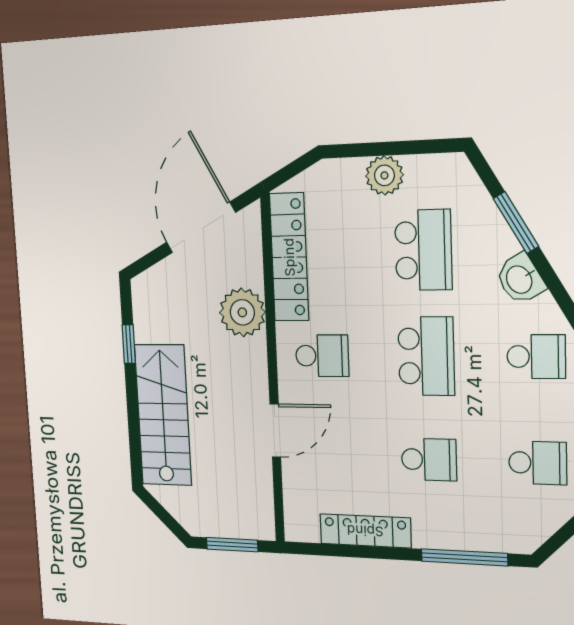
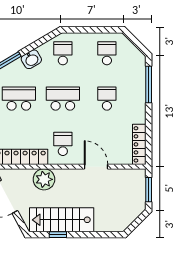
stairs: (163, 415) -> (62, 220), moved
locker: (365, 531) -> (139, 144), moved

